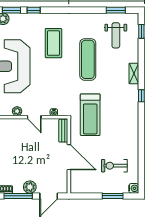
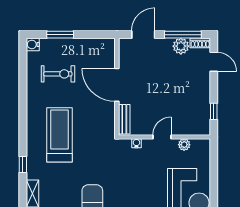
treadmill: (90, 115) -> (60, 135), moved
door: (34, 117) -> (162, 137), hinge flipped
plant: (30, 187) -> (181, 46), moved

